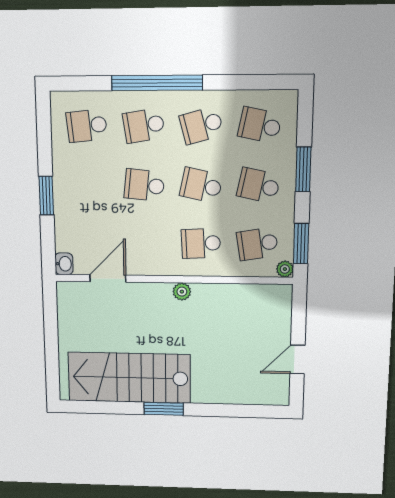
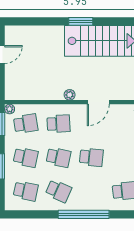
school desk: (201, 125) -> (59, 191), turned 39
school desk: (144, 126) -> (91, 191), removed
door: (108, 278) -> (98, 102), moved

